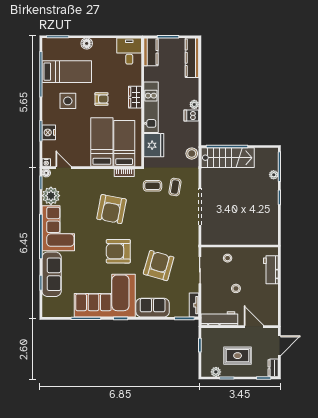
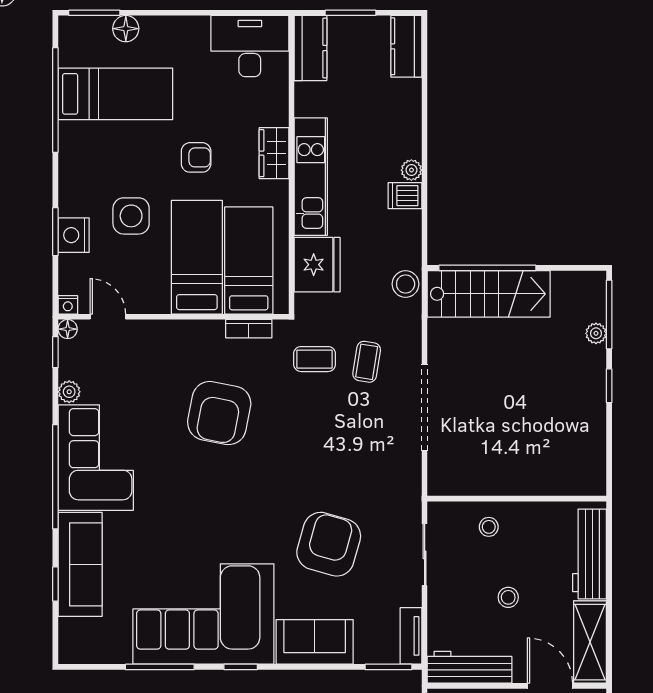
floor lamp: (87, 43) -> (126, 29), moved
desk: (129, 51) -> (250, 46), width x1.37
kitchen counter: (192, 58) -> (406, 46), width x0.67
side table: (68, 101) -> (131, 216), moved
plant: (51, 196) -> (69, 392), width x0.53, depth x0.53
armchair: (118, 251) -> (235, 511), removed
workbench: (271, 270) -> (590, 554), width x1.38
shelving: (271, 308) -> (590, 642), added

